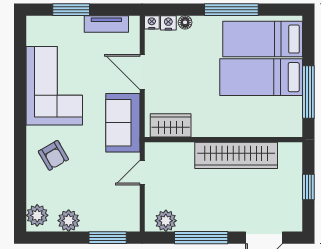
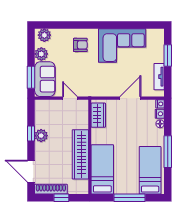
bed: (261, 77) -> (102, 169), moved
window: (308, 92) -> (129, 198), moved
sofa: (123, 123) -> (45, 79), moved, turned 90
armchair: (53, 155) -> (80, 45), turned -150
shoe rack: (294, 205) -> (51, 189), added
plant: (166, 221) -> (41, 136), moved
window: (201, 238) -> (31, 133), width x0.46

